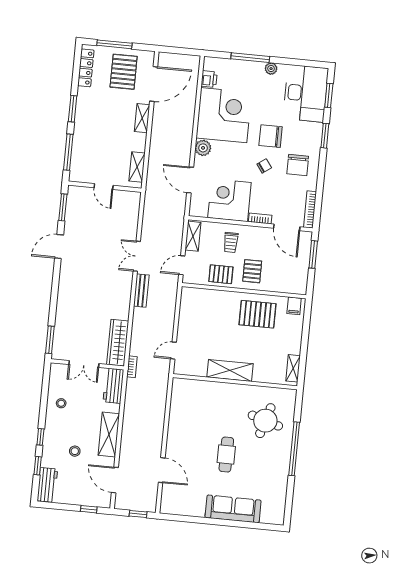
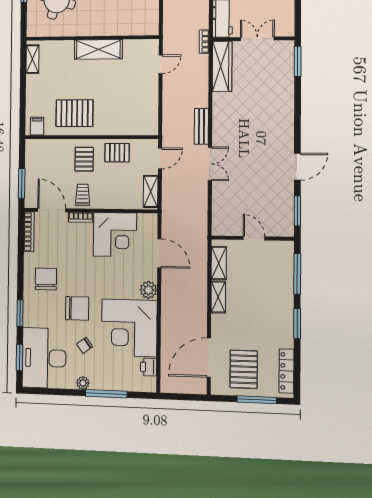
shelving: (142, 118) -> (218, 297), moved
chair: (264, 166) -> (85, 345), moved
trolley: (231, 242) -> (83, 195), moved

